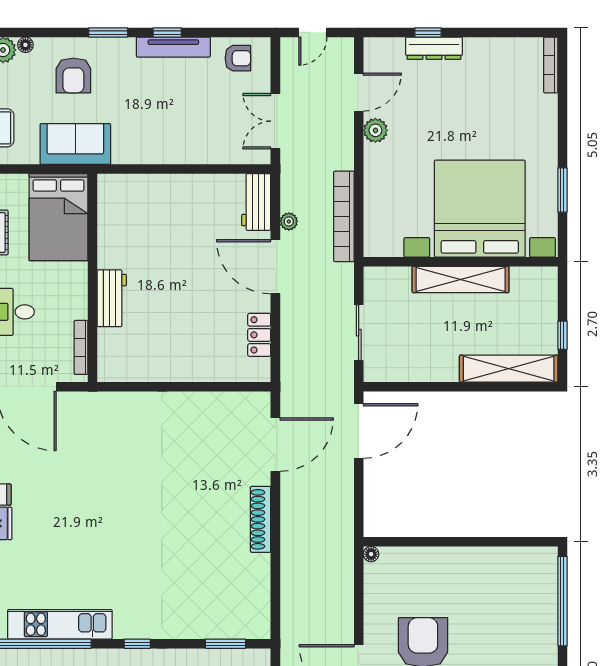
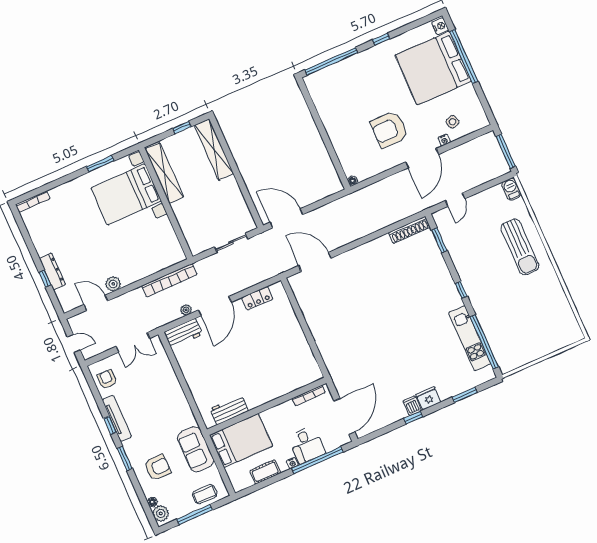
bed with nightstands: (480, 209) -> (126, 194), width x0.73
shelving: (461, 279) -> (164, 173), moved
workbench: (112, 298) -> (229, 410), moved
shoe rack: (261, 519) -> (409, 230), moved

